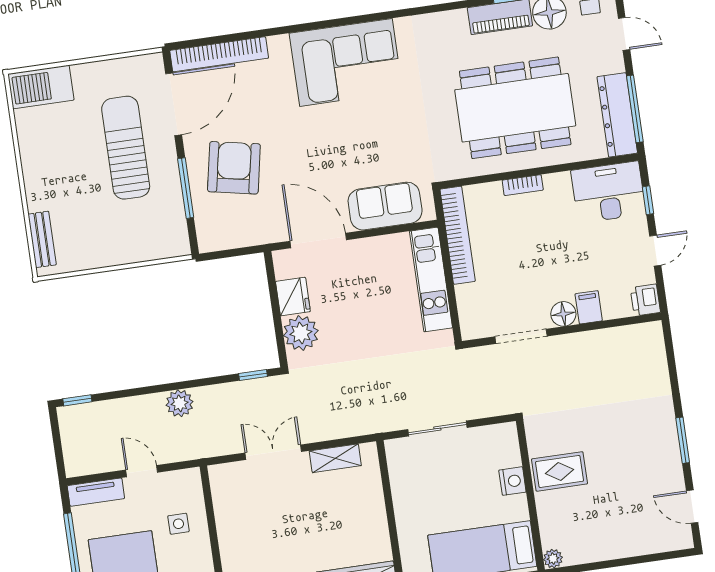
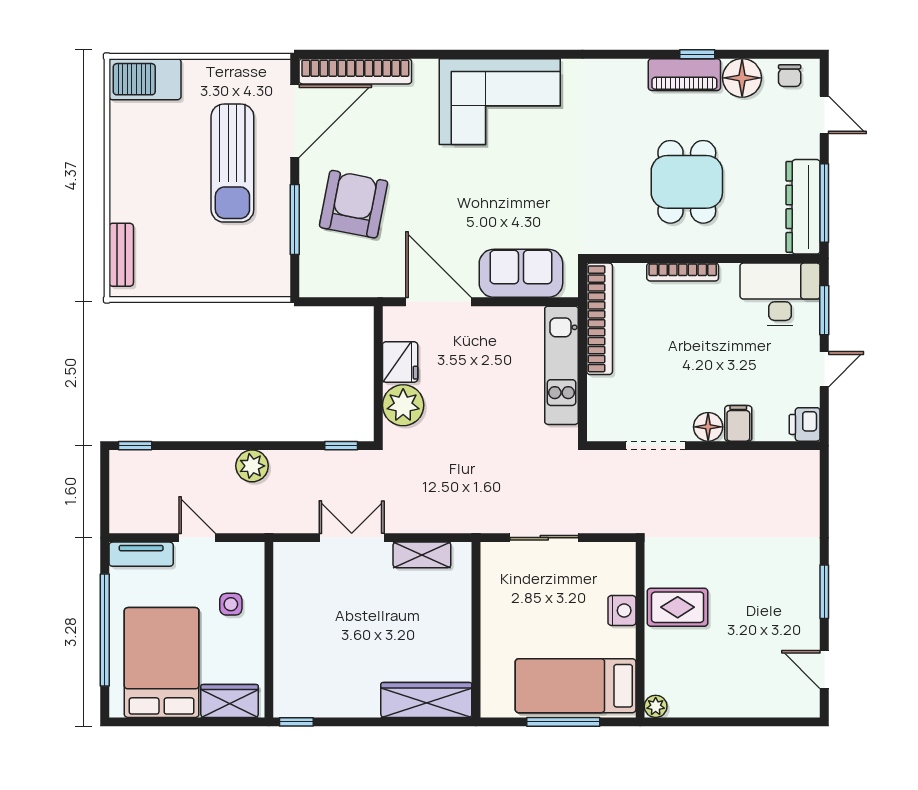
dining table: (515, 108) -> (687, 182), width x0.53, depth x0.80
sun lounger: (126, 148) -> (232, 163), turned 180
bookcase: (523, 185) -> (683, 272), width x1.56
window: (648, 200) -> (824, 310), width x1.50

